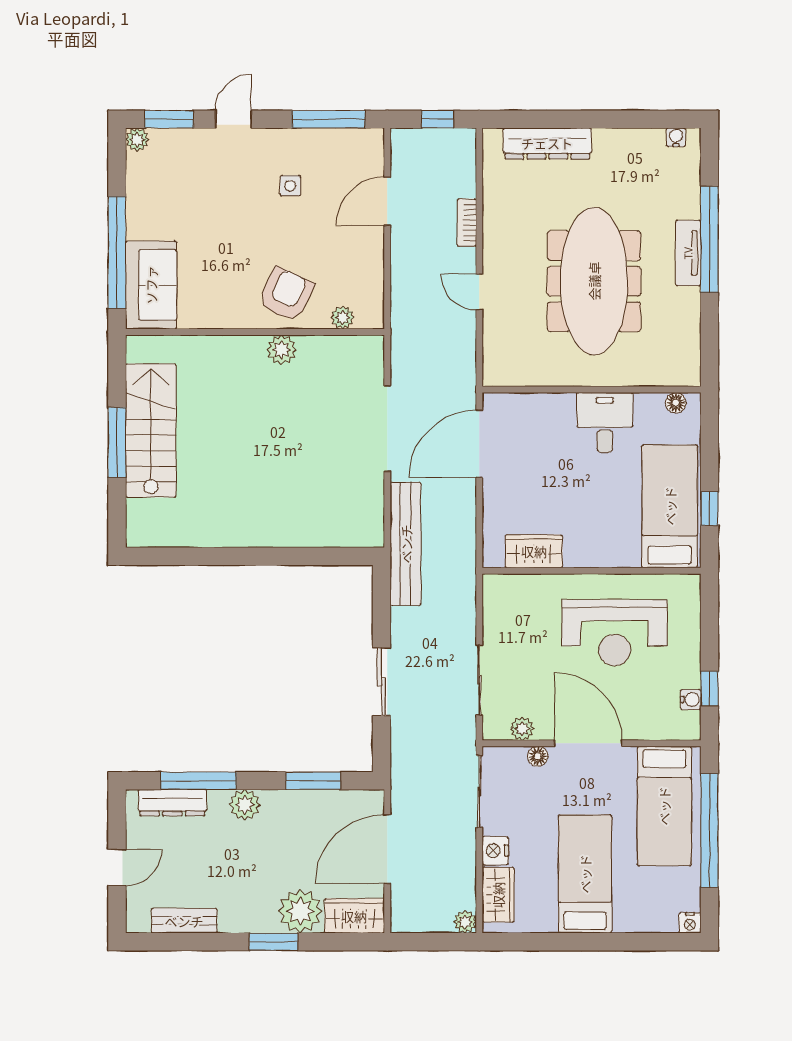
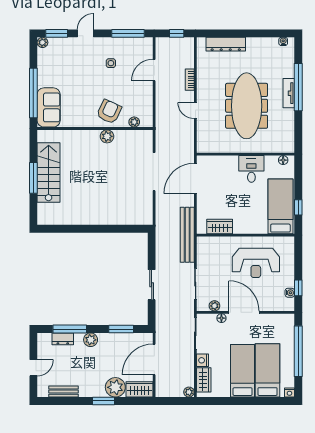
bench: (406, 544) -> (187, 235), moved
dresser: (172, 803) -> (63, 339), width x0.70
bed: (664, 806) -> (268, 370), moved, turned 180

